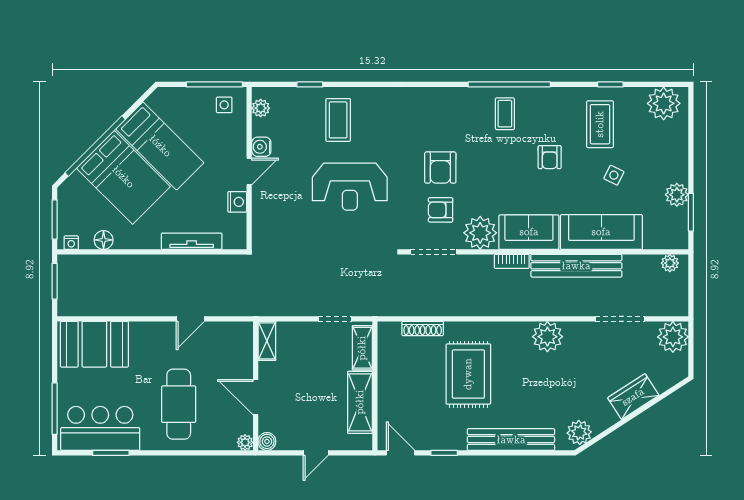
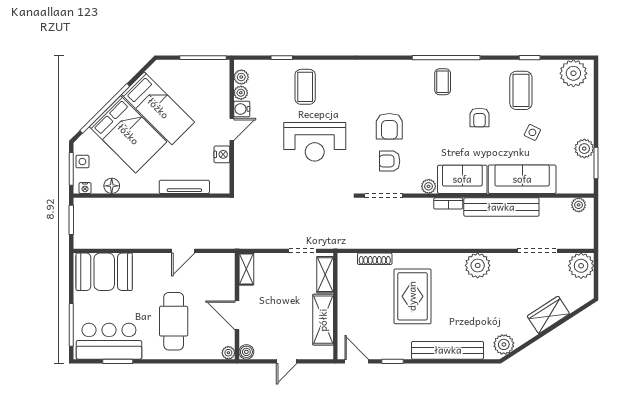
side table: (224, 105) -> (82, 162), moved
plant: (260, 127) -> (241, 93), added
plant: (480, 233) -> (429, 186), width x0.53, depth x0.53

